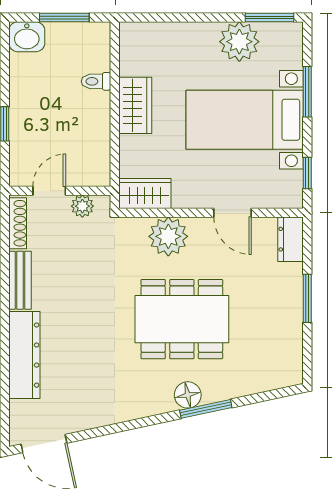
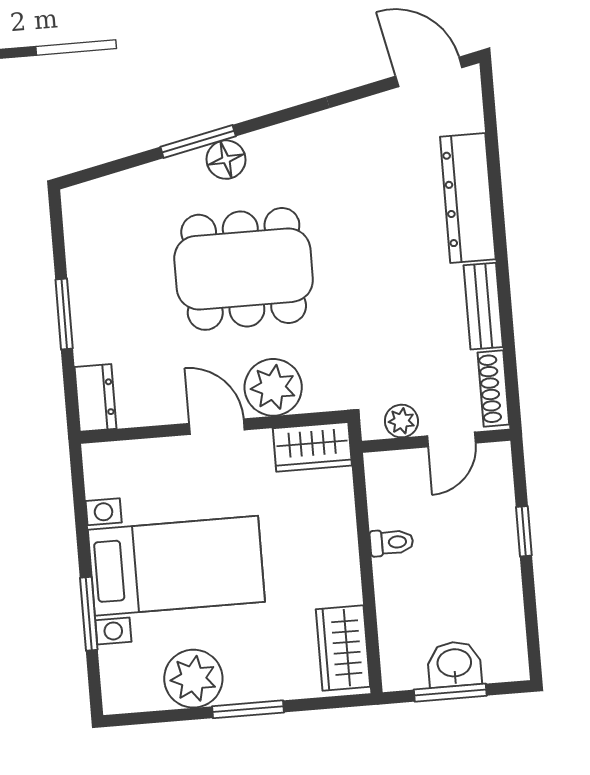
window: (269, 17) -> (248, 709), moved
washbasin: (27, 37) -> (454, 664), moved
toilet: (96, 81) -> (392, 542), moved
wardrobe: (135, 105) -> (343, 648), moved
window: (307, 173) -> (79, 496), removed
door: (232, 213) -> (217, 427), moved

